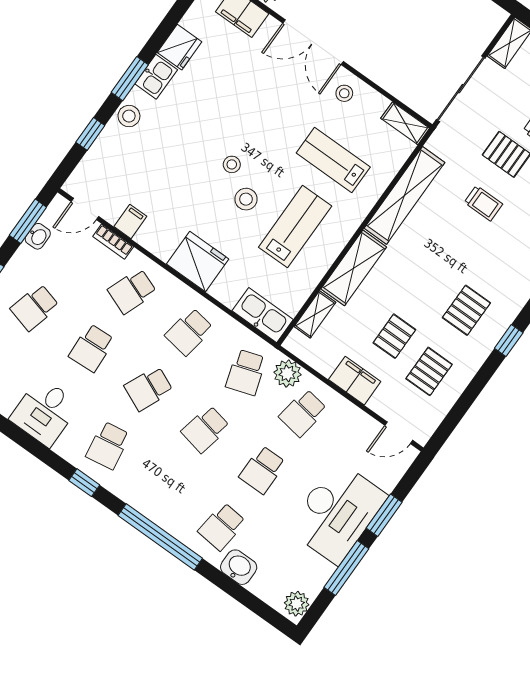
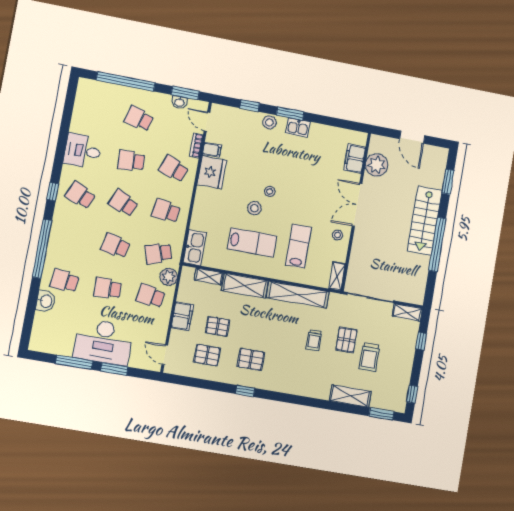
fridge: (179, 47) -> (320, 133), removed
fridge: (198, 262) -> (212, 172), moved
school desk: (108, 445) -> (80, 195), turned 33
plant: (297, 604) -> (40, 344), removed

